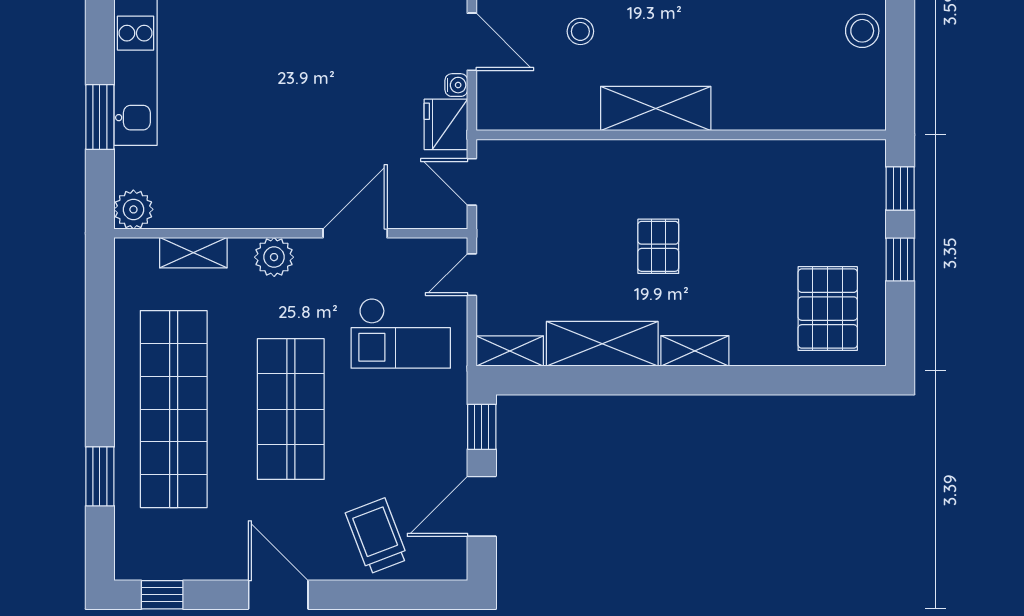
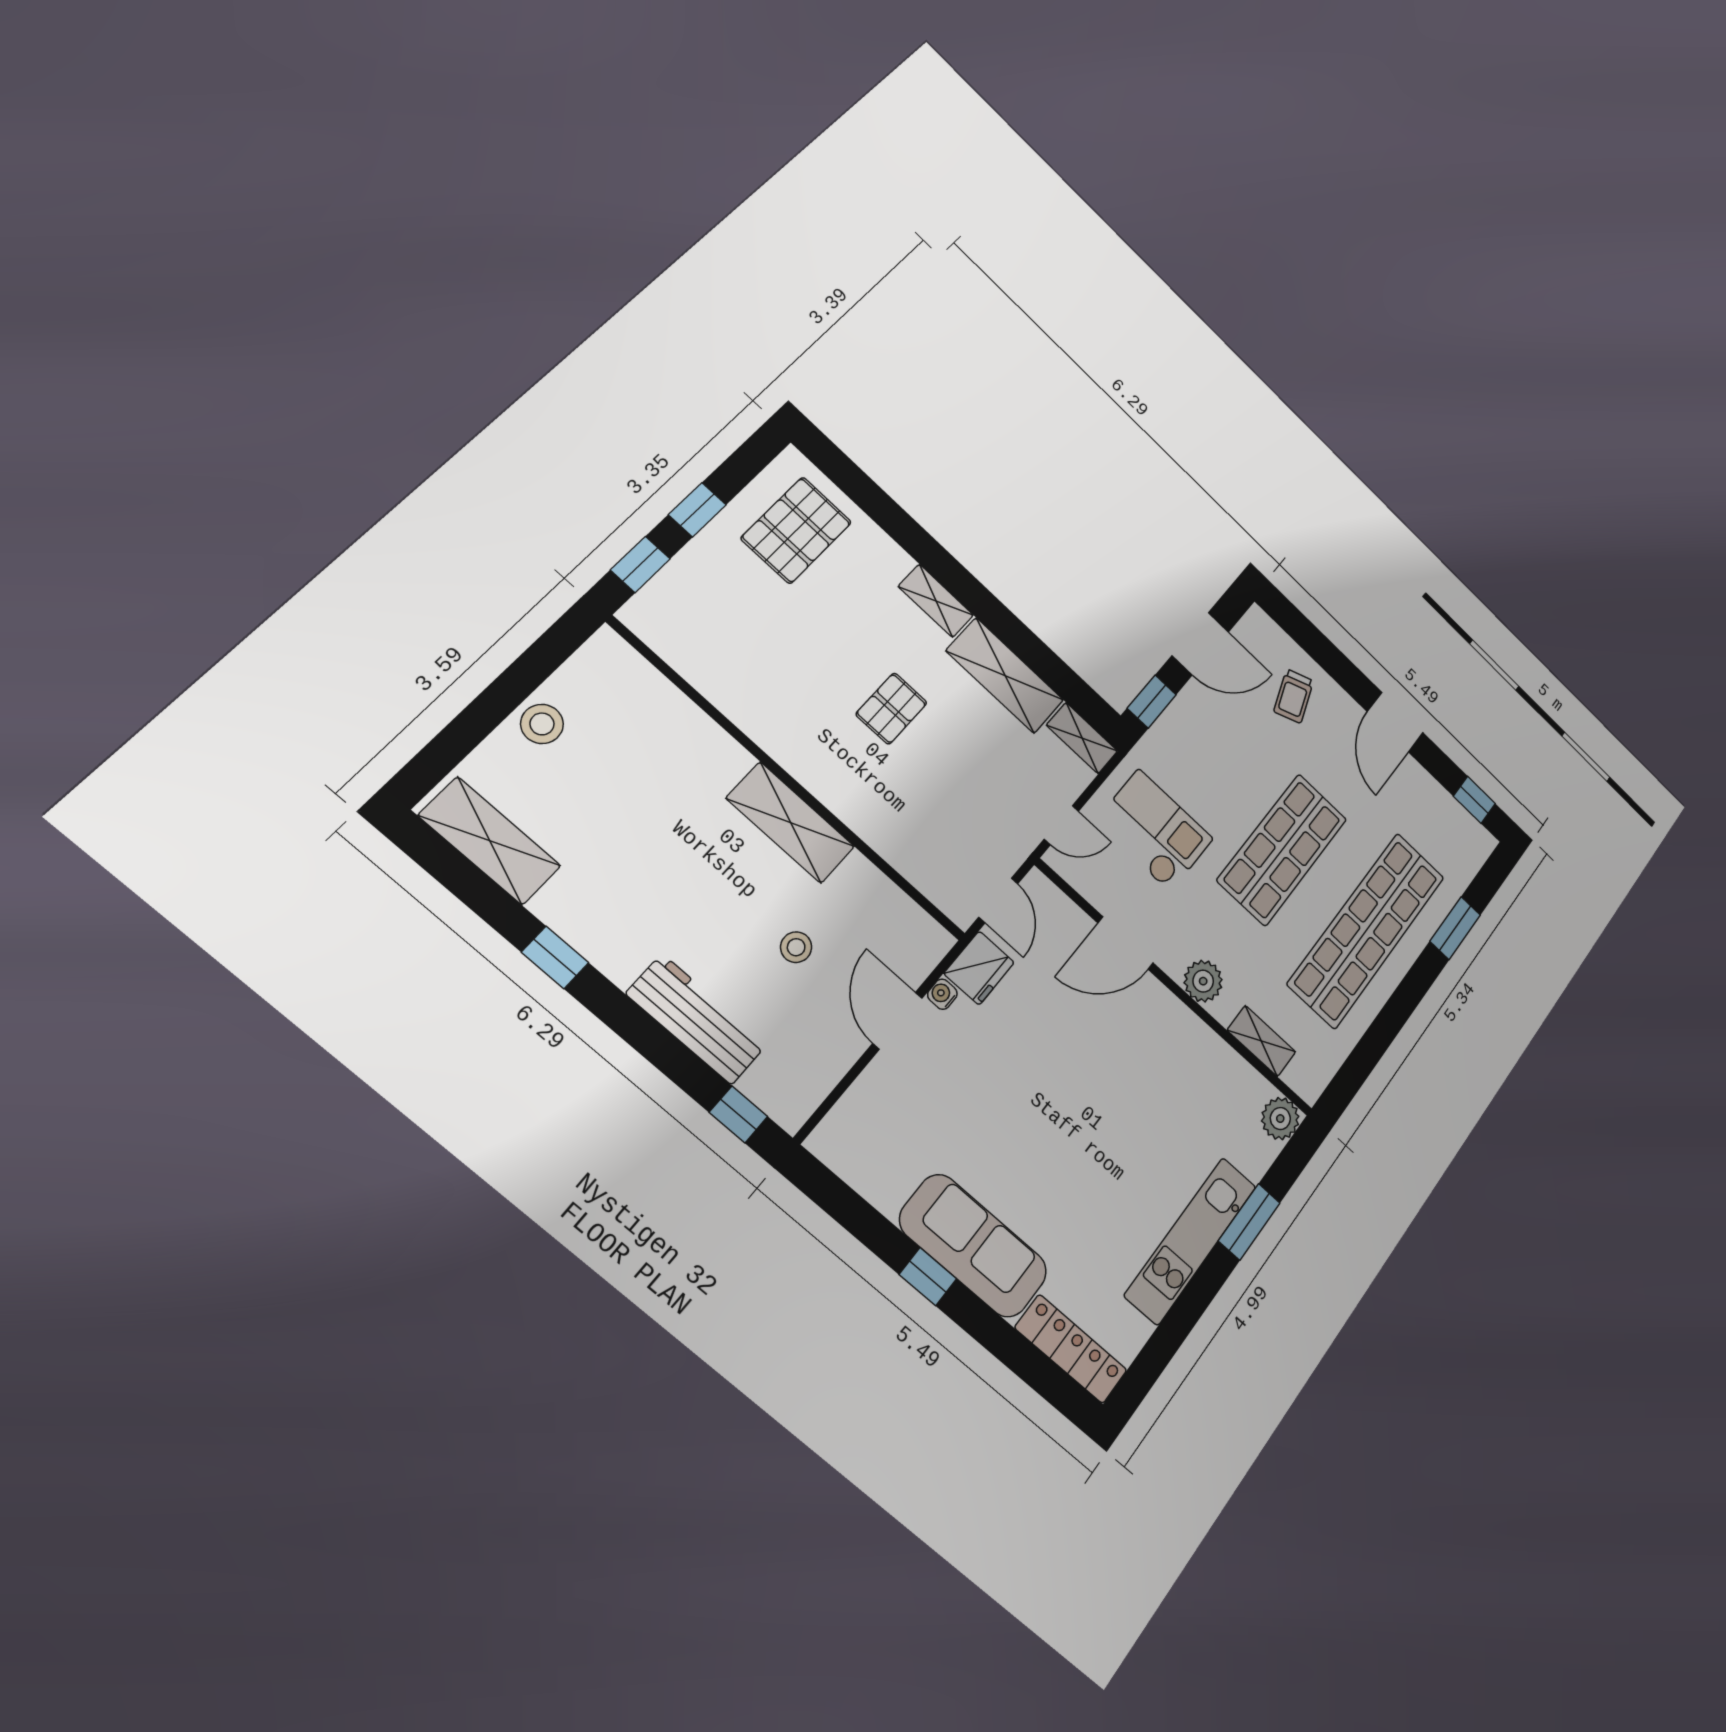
trolley: (377, 536) -> (1294, 696), width x0.73, depth x0.72

